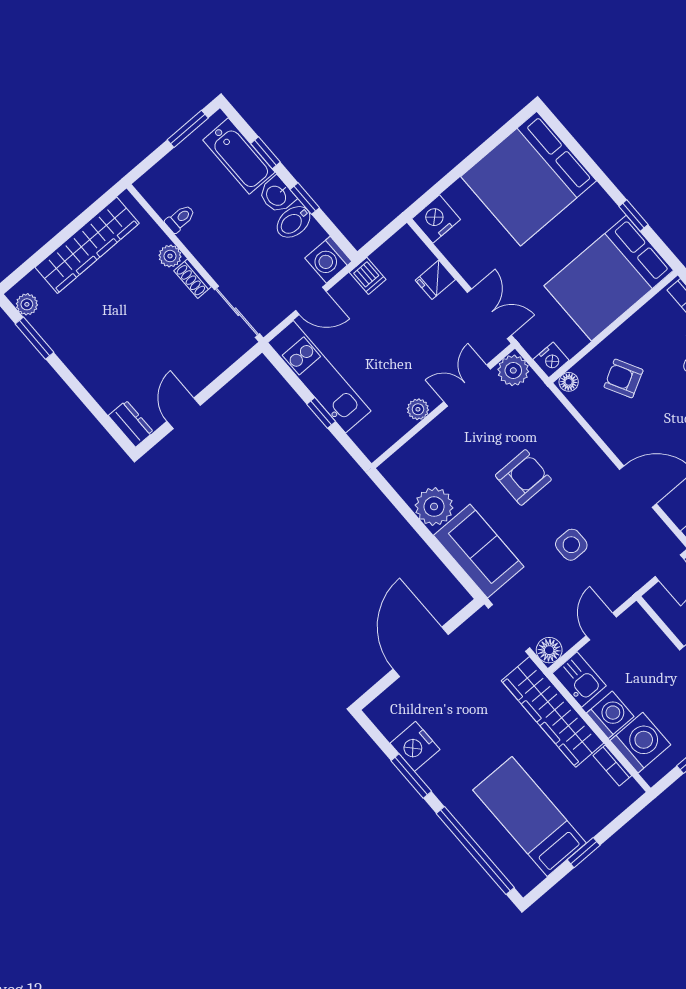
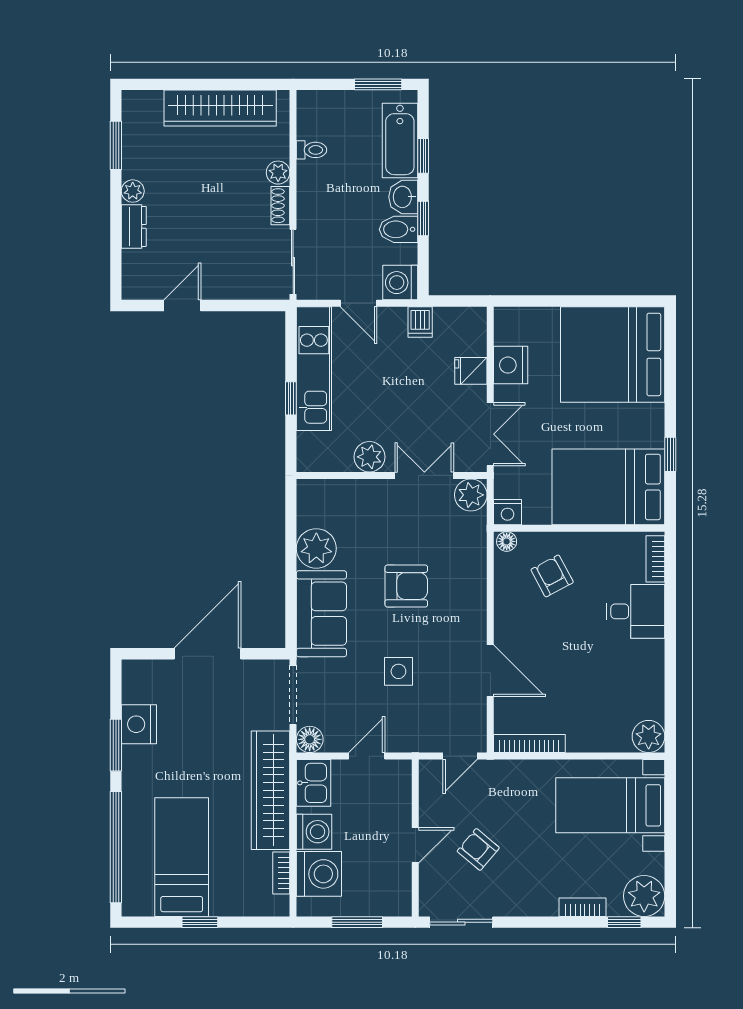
nightstand: (436, 219) -> (511, 365), moved, turned -90
plant: (27, 304) -> (133, 191), moved
plant: (418, 409) -> (369, 457), width x1.38, depth x1.38
dresser: (131, 424) -> (134, 226), moved

